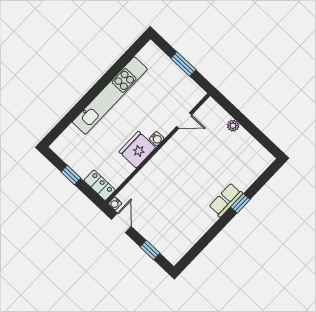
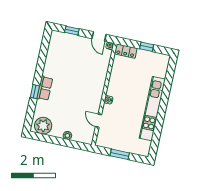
door: (184, 121) -> (99, 121), hinge flipped
fridge: (137, 150) -> (116, 86), removed
plant: (255, 156) -> (43, 126), added

